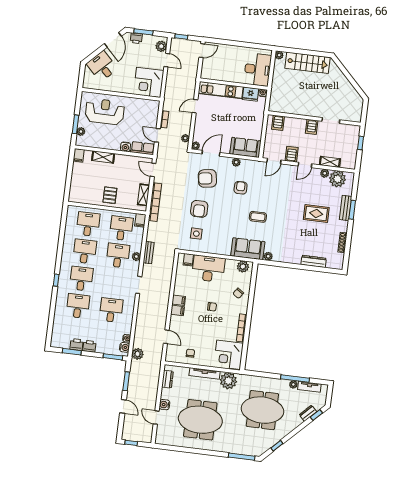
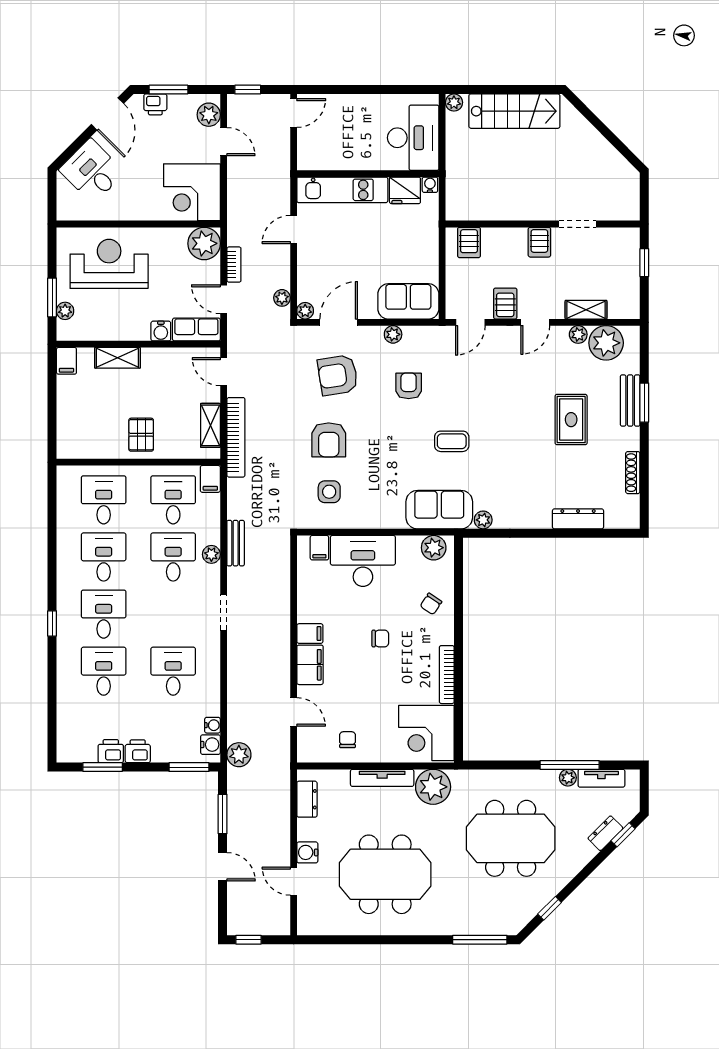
plant: (151, 108) -> (204, 243), added
rug: (316, 214) -> (571, 420), turned 90
filing cabinet: (177, 310) -> (310, 665), width x2.00

